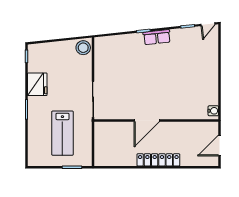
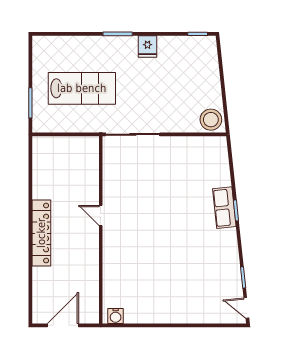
row of seats: (157, 37) -> (224, 208), moved
fridge: (37, 84) -> (147, 46), width x0.53, depth x0.75
door: (147, 121) -> (101, 216), width x0.53
lab bench: (62, 133) -> (82, 88), turned 180
door: (219, 146) -> (63, 325), hinge flipped

